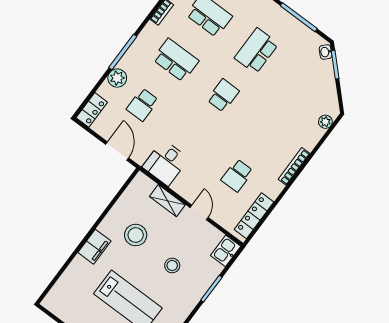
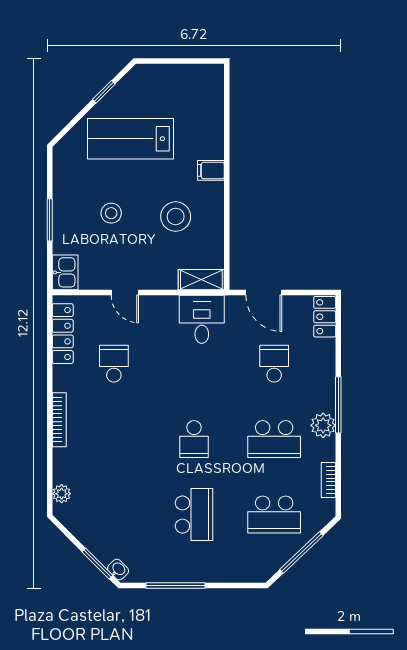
plant: (117, 78) -> (323, 425), moved
shelving: (167, 201) -> (201, 280), moved
filing cabinet: (94, 247) -> (211, 170), width x0.50

